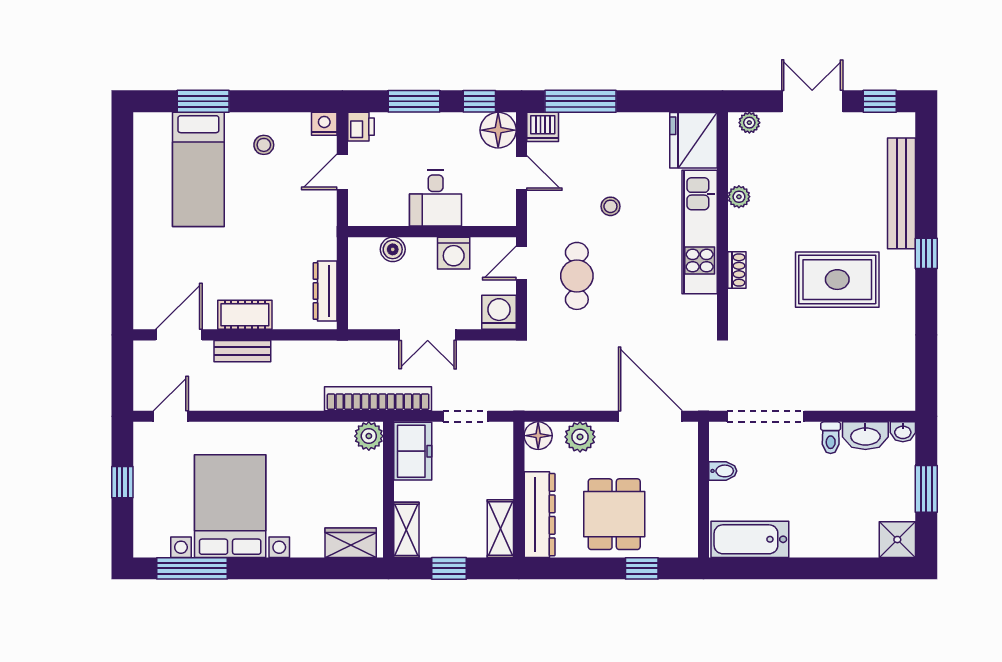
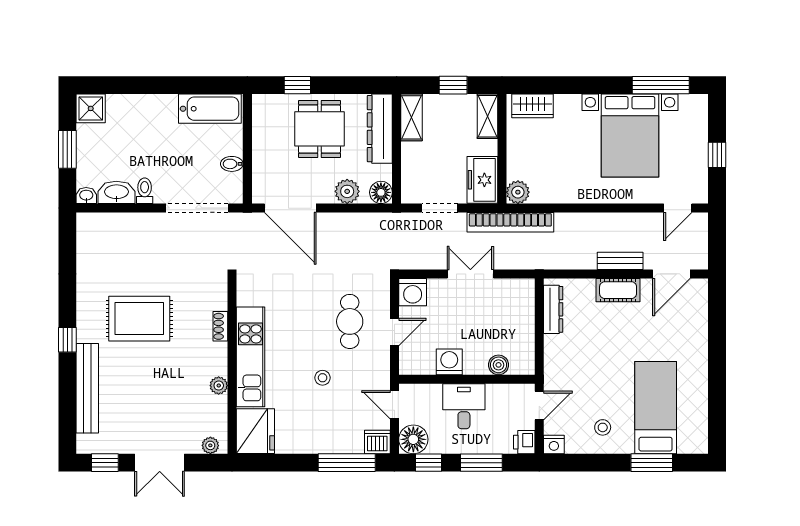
desk: (436, 198) -> (464, 406), moved
wall: (432, 232) -> (467, 379), moved
boiler: (393, 249) -> (499, 365), moved
washing machine: (454, 253) -> (449, 362), moved

